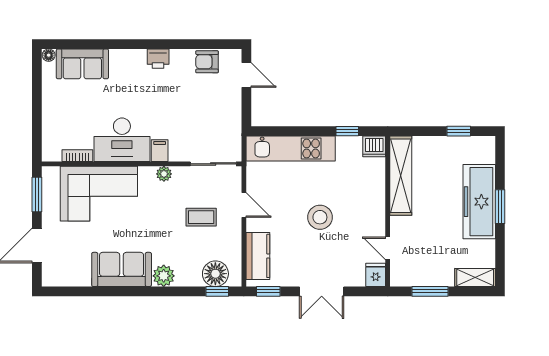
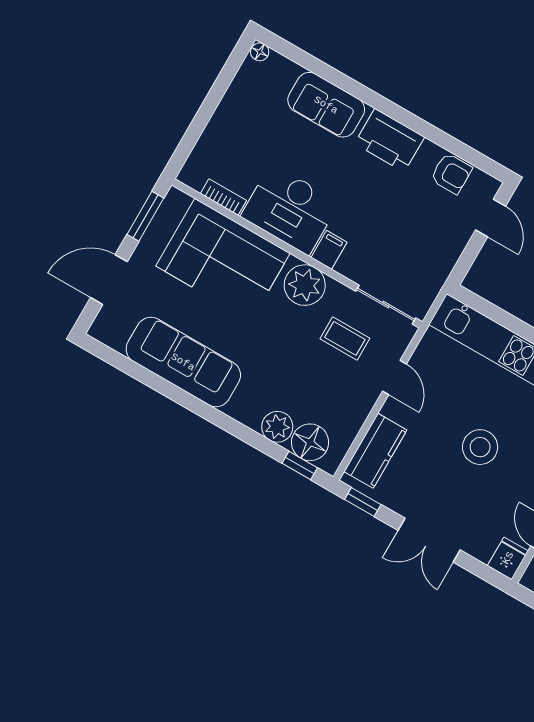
printer: (158, 59) -> (390, 140), width x1.87, depth x1.48
armchair: (207, 62) -> (451, 174), turned 180
sofa: (82, 64) -> (326, 105), moved
plant: (164, 174) -> (305, 285), width x1.87, depth x1.87
coffee table: (201, 217) -> (345, 338), moved
sofa: (122, 269) -> (183, 362), width x1.36
plant: (164, 276) -> (277, 427), moved

